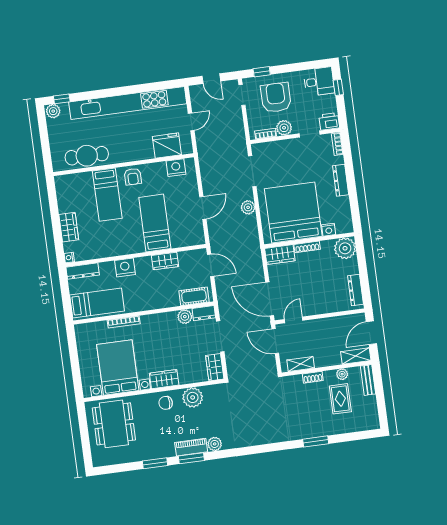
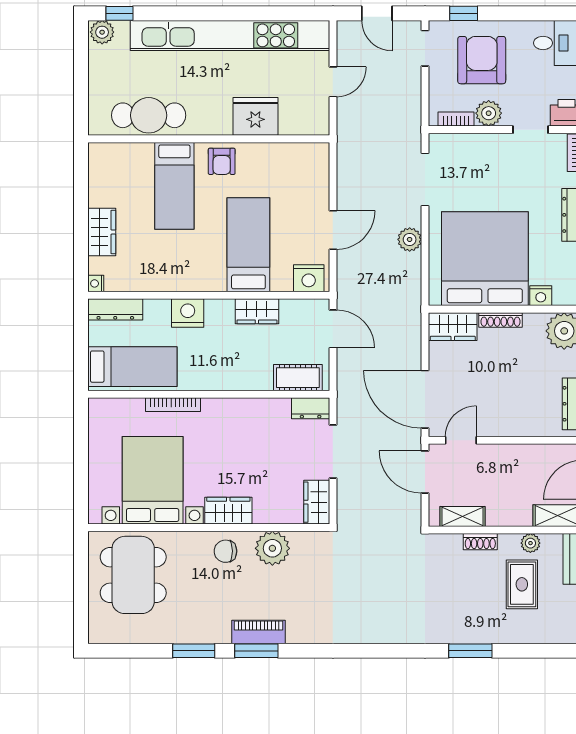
fridge: (167, 146) -> (255, 116), moved
nightstand: (176, 168) -> (309, 278), moved, turned 180
plant: (185, 317) -> (278, 410), removed
plant: (215, 444) -> (299, 632), removed

